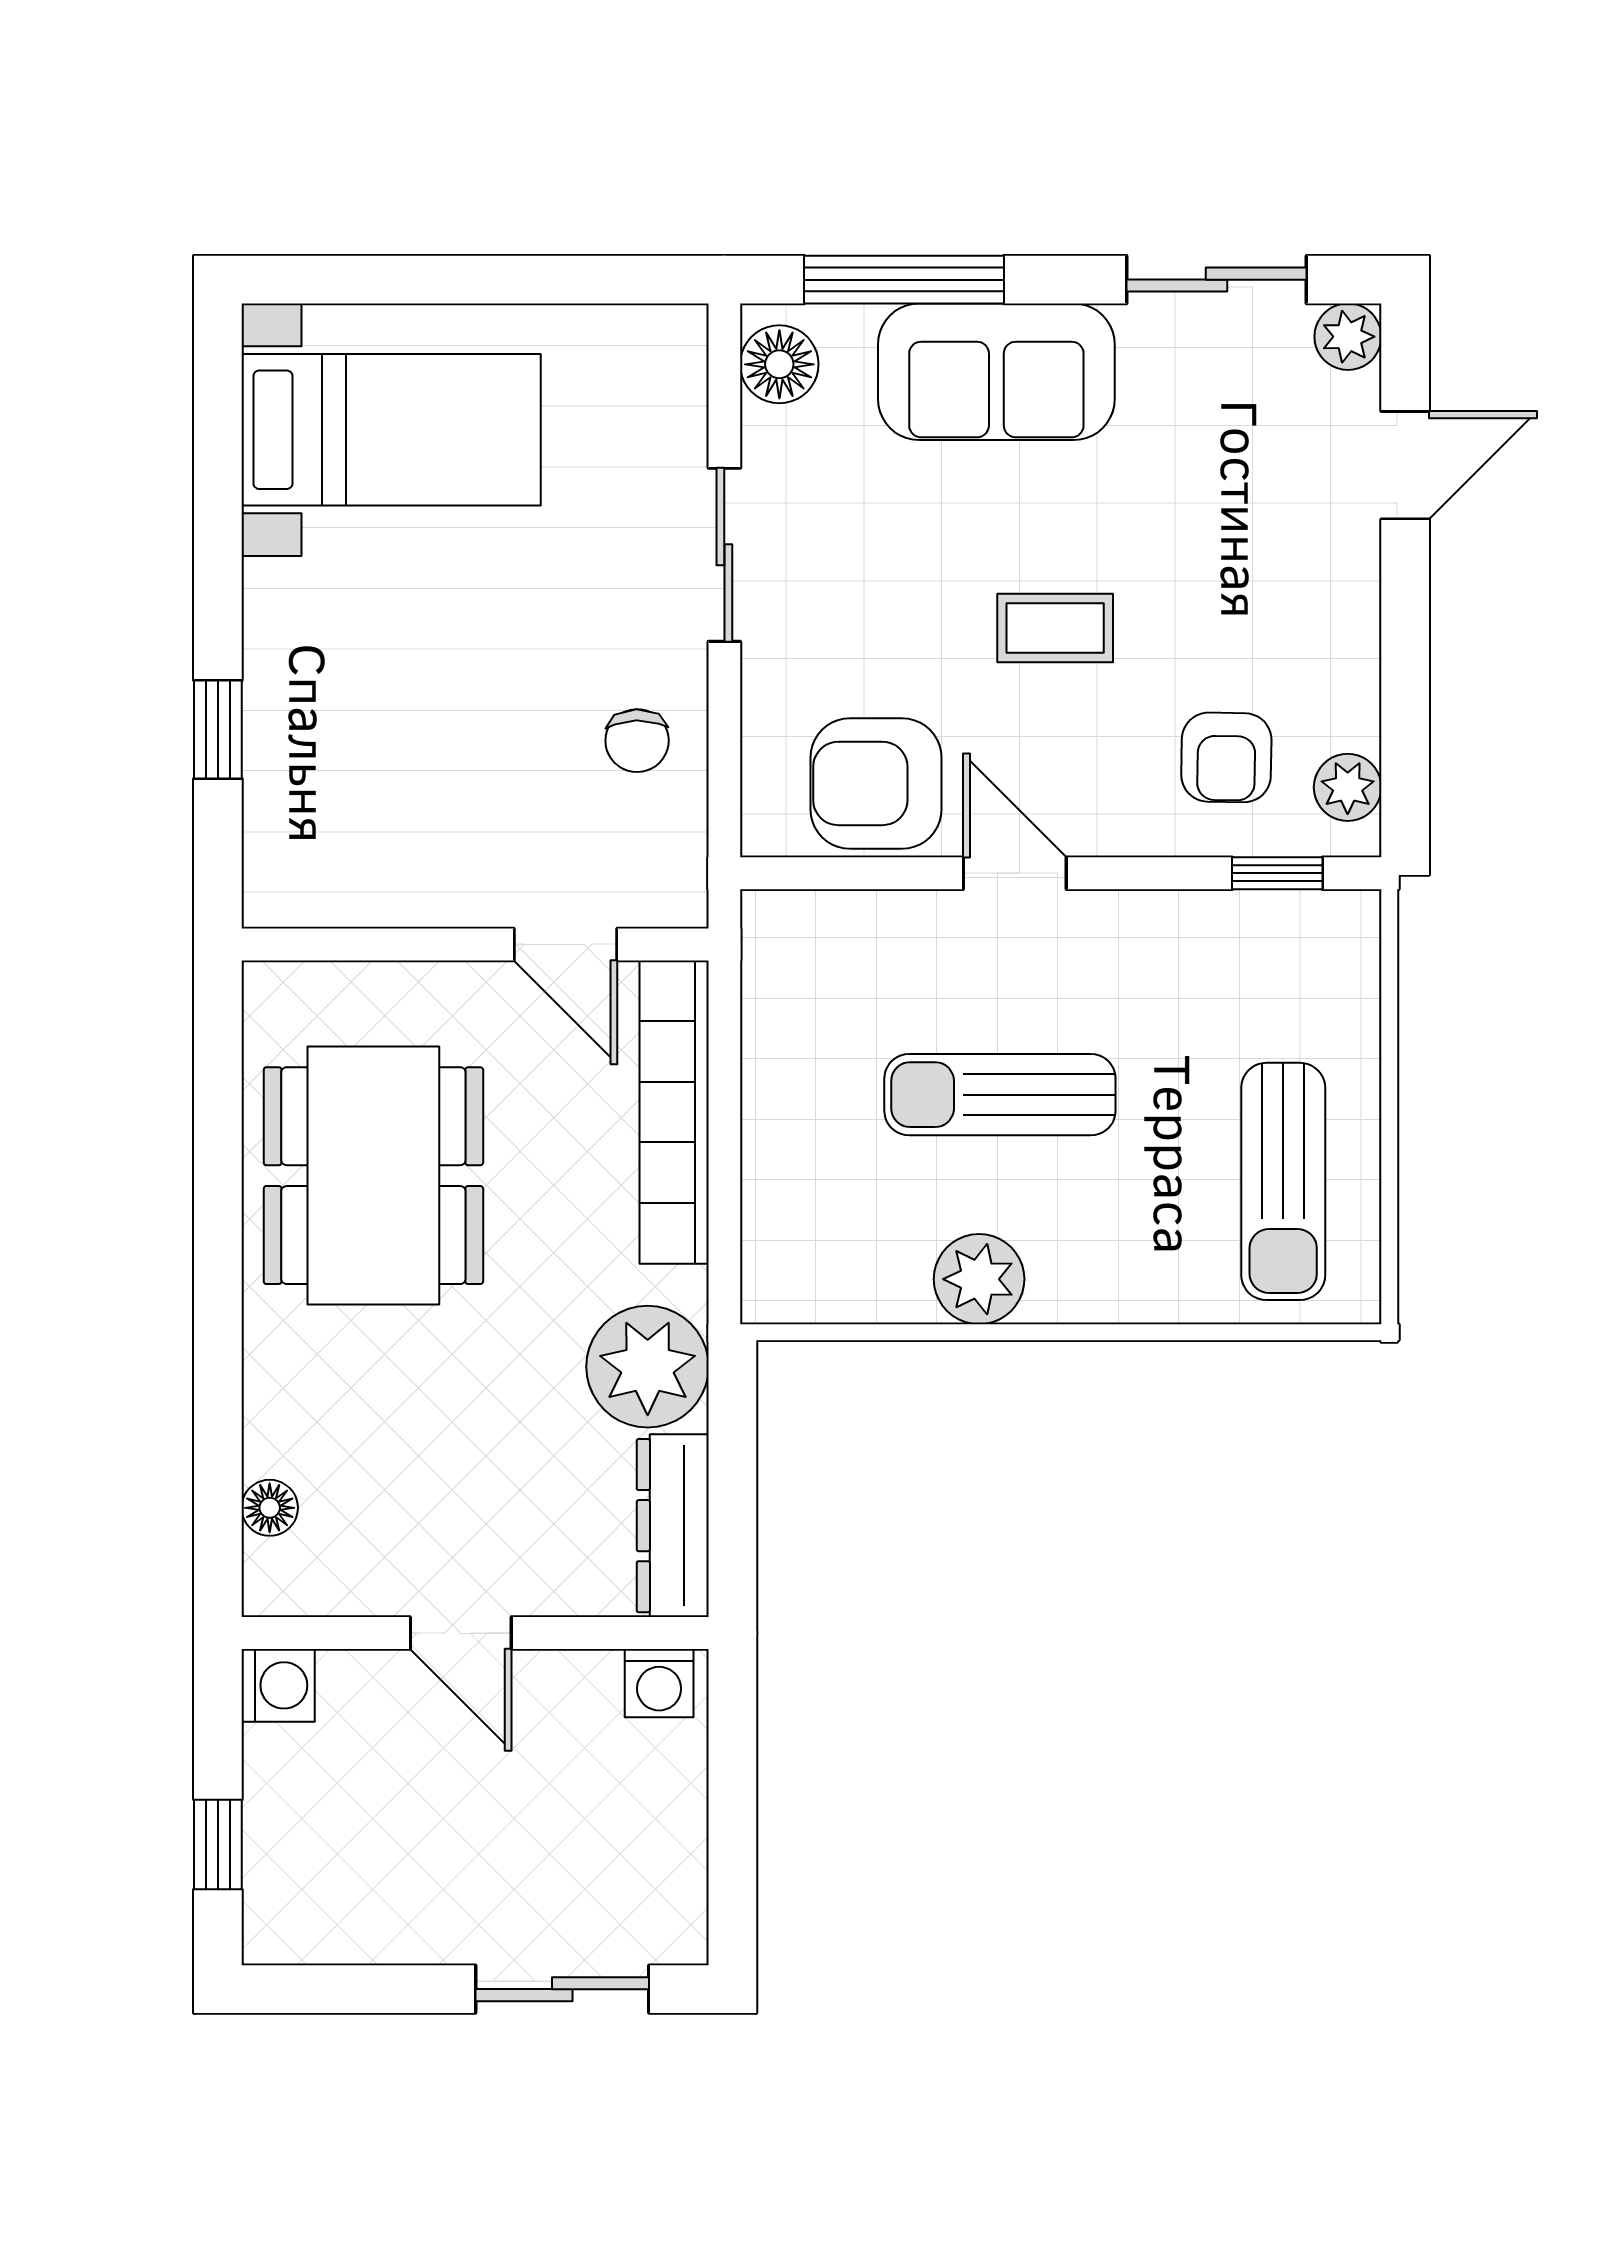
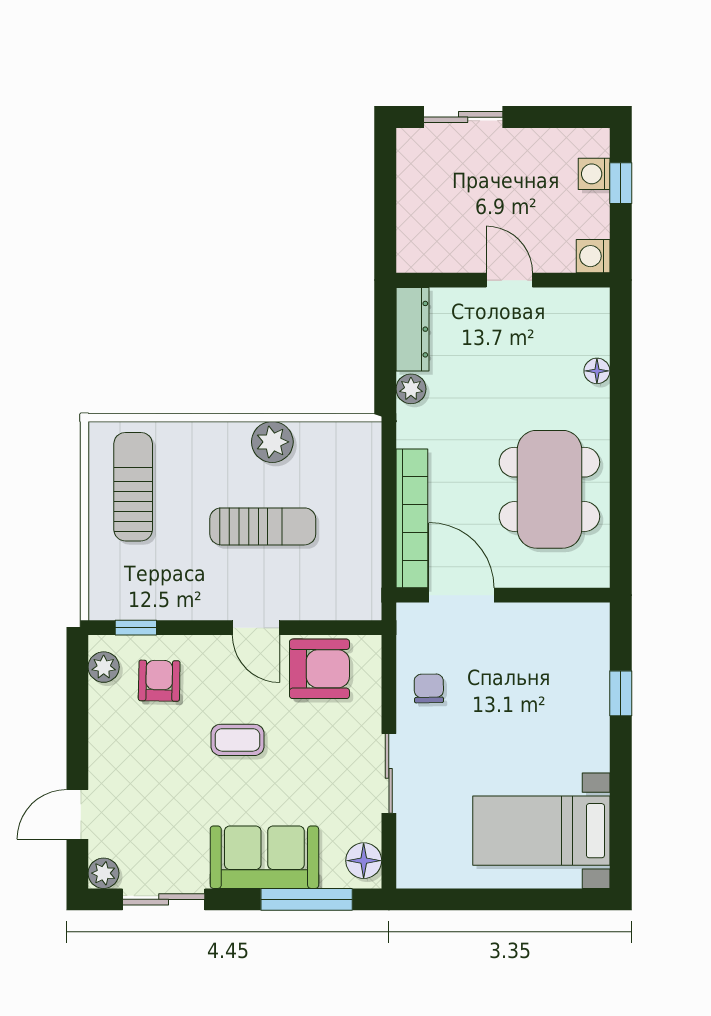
door: (566, 944) -> (462, 595), width x1.38
plant: (648, 1367) -> (411, 389), width x0.53, depth x0.53
floor lamp: (270, 1508) -> (597, 371), moved
washing machine: (659, 1683) -> (594, 174), moved, turned -90

